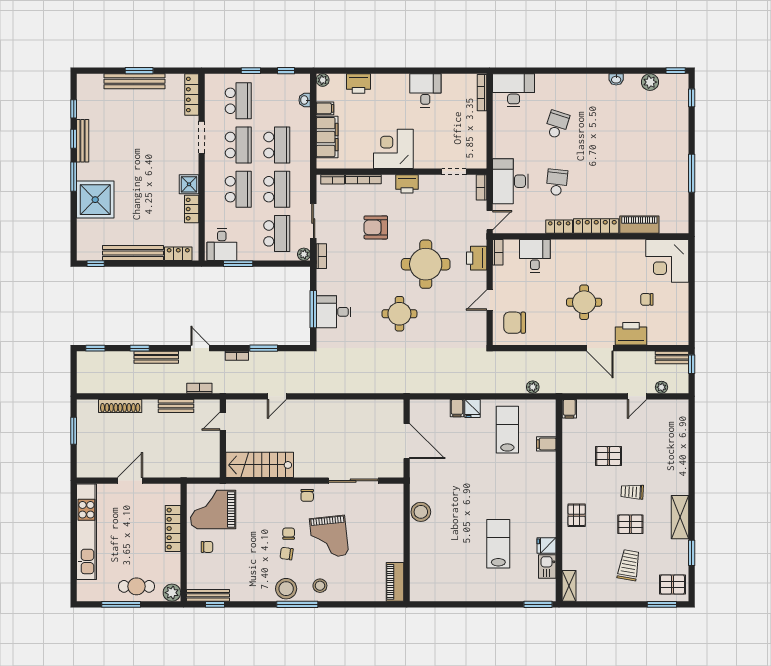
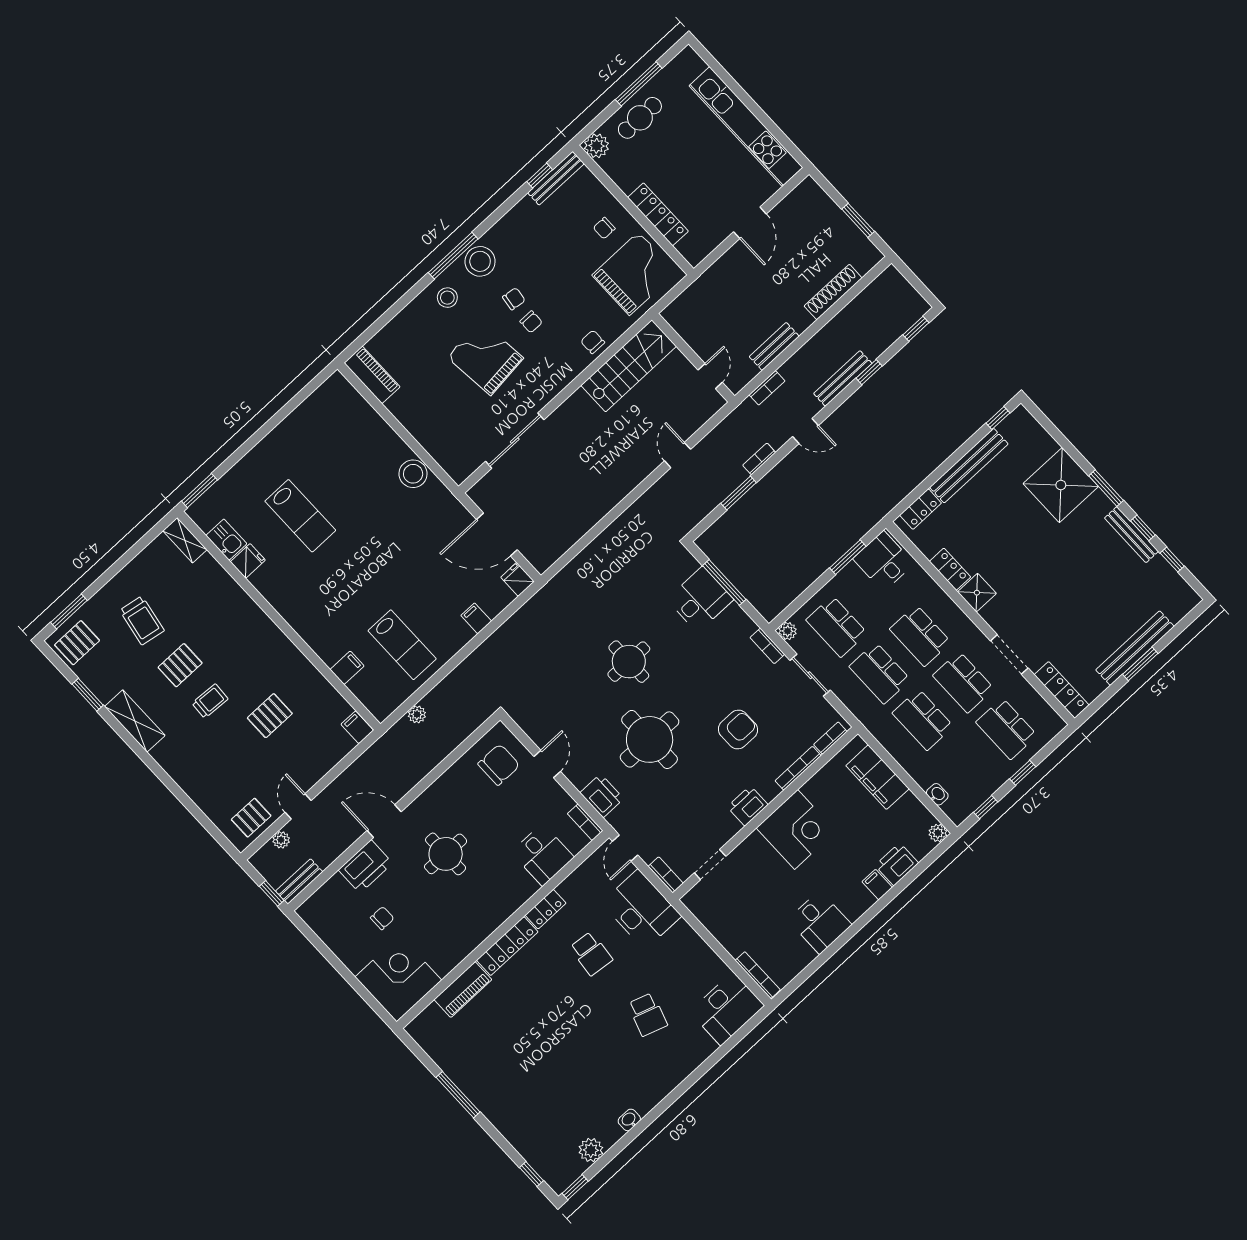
filing cabinet: (325, 108) -> (877, 885), moved, turned 90
fridge: (472, 408) -> (518, 579), moved
chair: (307, 495) -> (593, 342), moved
pallet: (577, 515) -> (251, 818), moved, turned 90

